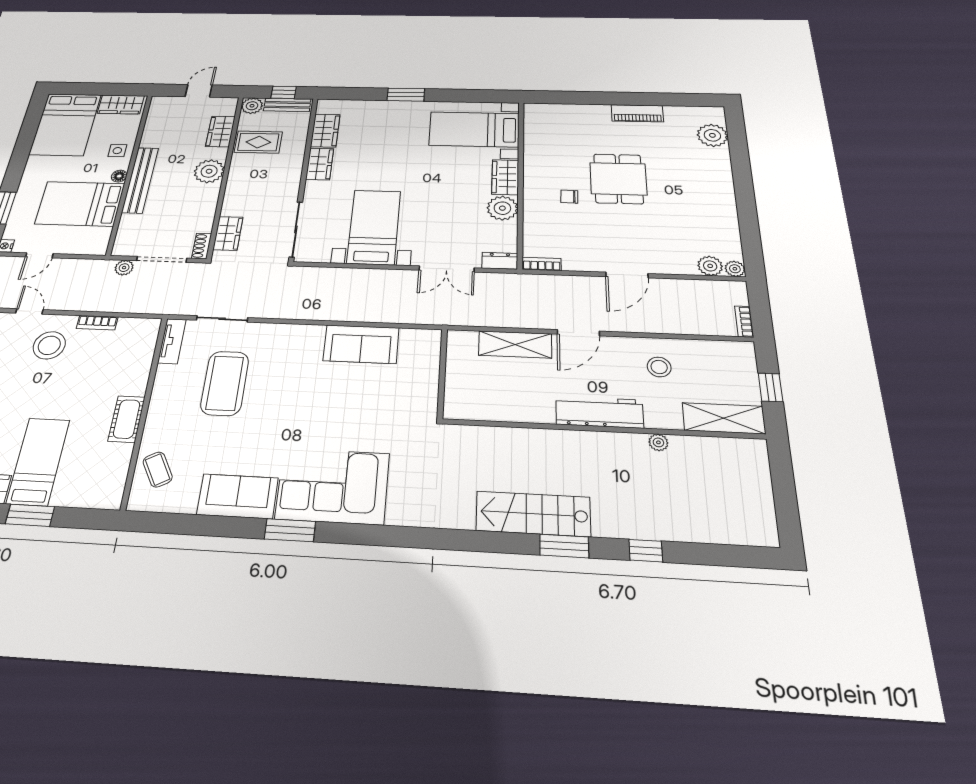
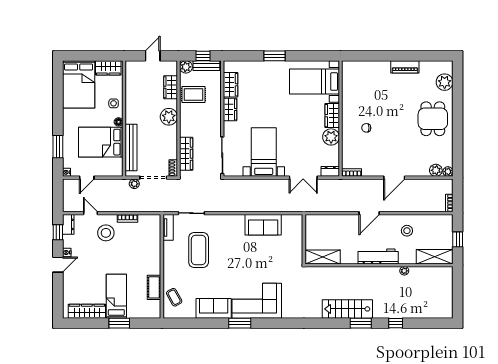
dining table: (618, 179) -> (433, 119), moved
bench: (140, 180) -> (131, 148), moved
wardrobe: (228, 233) -> (186, 154), width x1.50
shelving: (515, 344) -> (323, 257), moved
cot: (127, 419) -> (154, 287), moved

